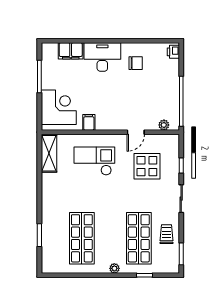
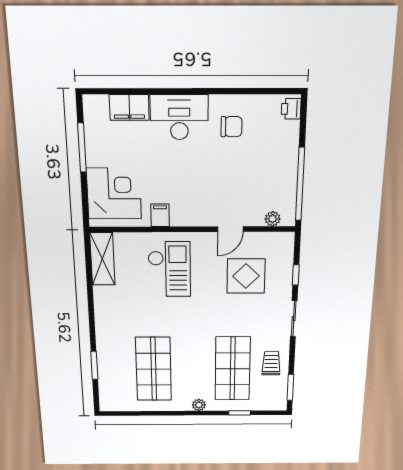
checkout: (94, 161) -> (169, 269), turned 90

